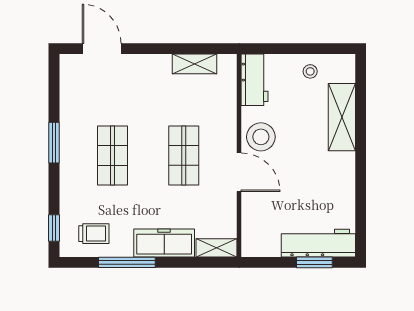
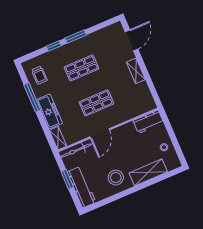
shelving: (195, 64) -> (136, 71), moved
stool: (261, 137) -> (116, 178), moved
bicycle: (251, 226) -> (76, 151), added
window: (54, 228) -> (54, 46), moved
window: (314, 262) -> (67, 179), moved

